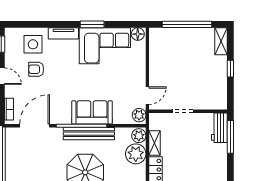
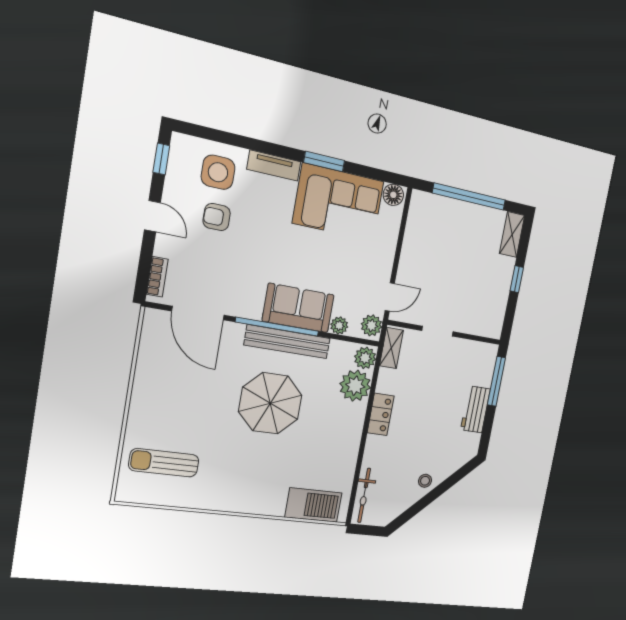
plant: (119, 119) -> (339, 326), added
door: (35, 126) -> (198, 313), swing flipped
workbench: (219, 128) -> (475, 409), moved
shelving: (155, 143) -> (391, 348), moved

